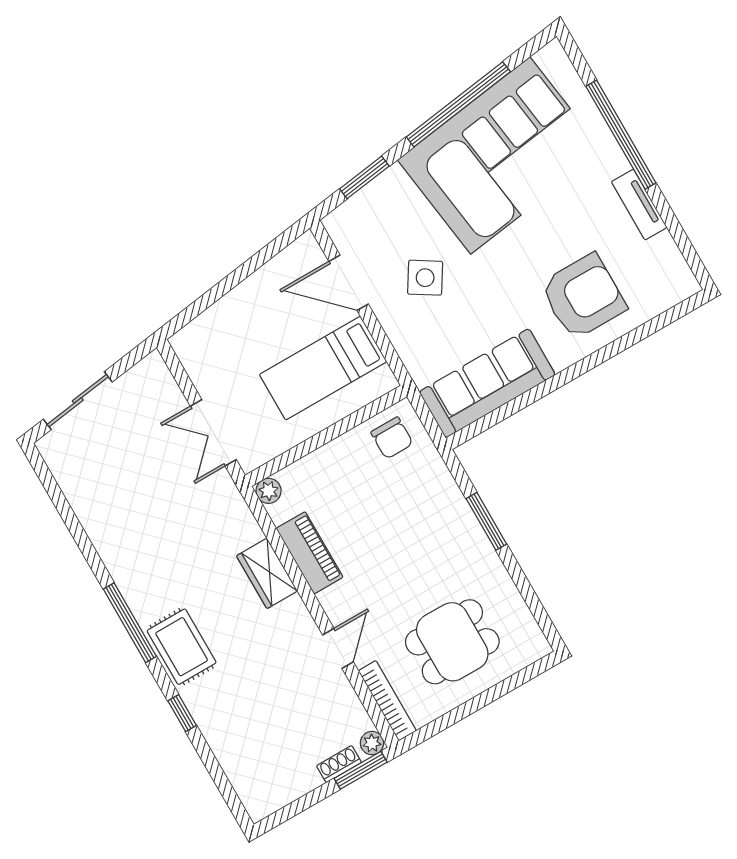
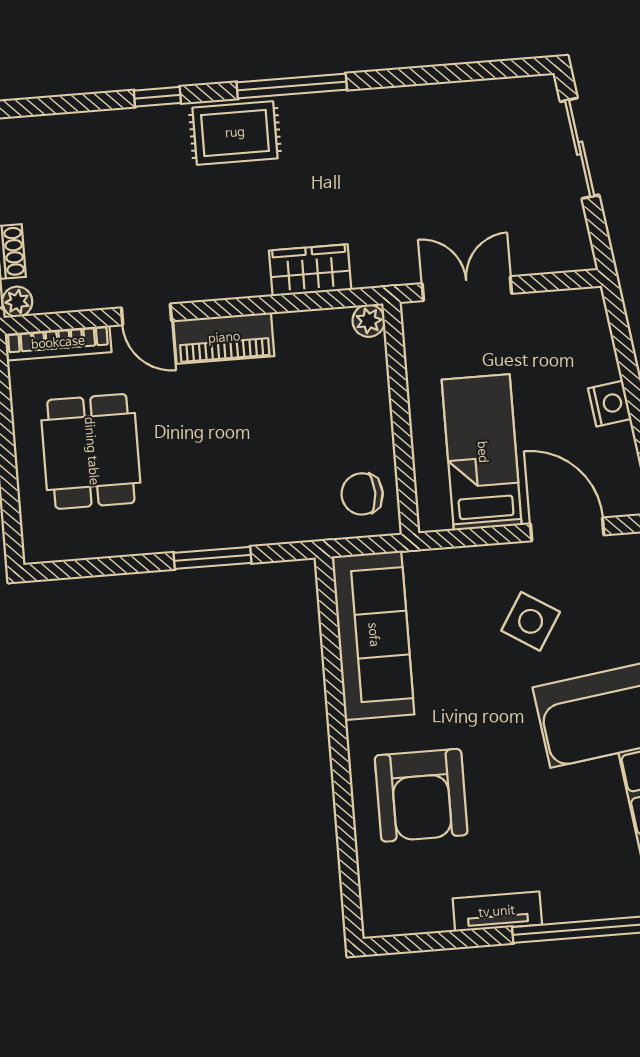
door: (349, 283) -> (567, 529), hinge flipped
nightstand: (247, 295) -> (610, 404), added
piano: (309, 553) -> (224, 338), moved
wardrobe: (267, 573) -> (310, 270), moved

